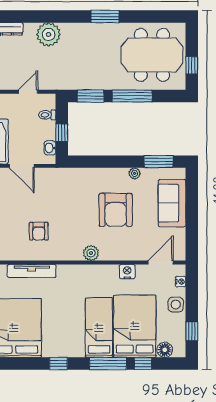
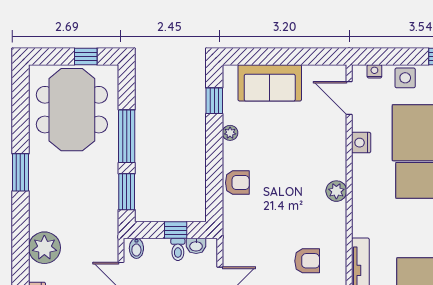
bidet: (48, 103) -> (136, 248), added
toilet: (47, 115) -> (178, 249), moved
window: (159, 162) -> (214, 101), width x0.67
armchair: (116, 210) -> (237, 183), moved, width x0.53, depth x0.53

